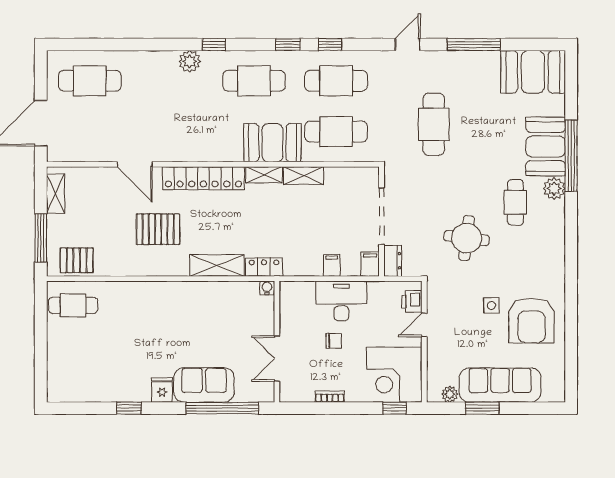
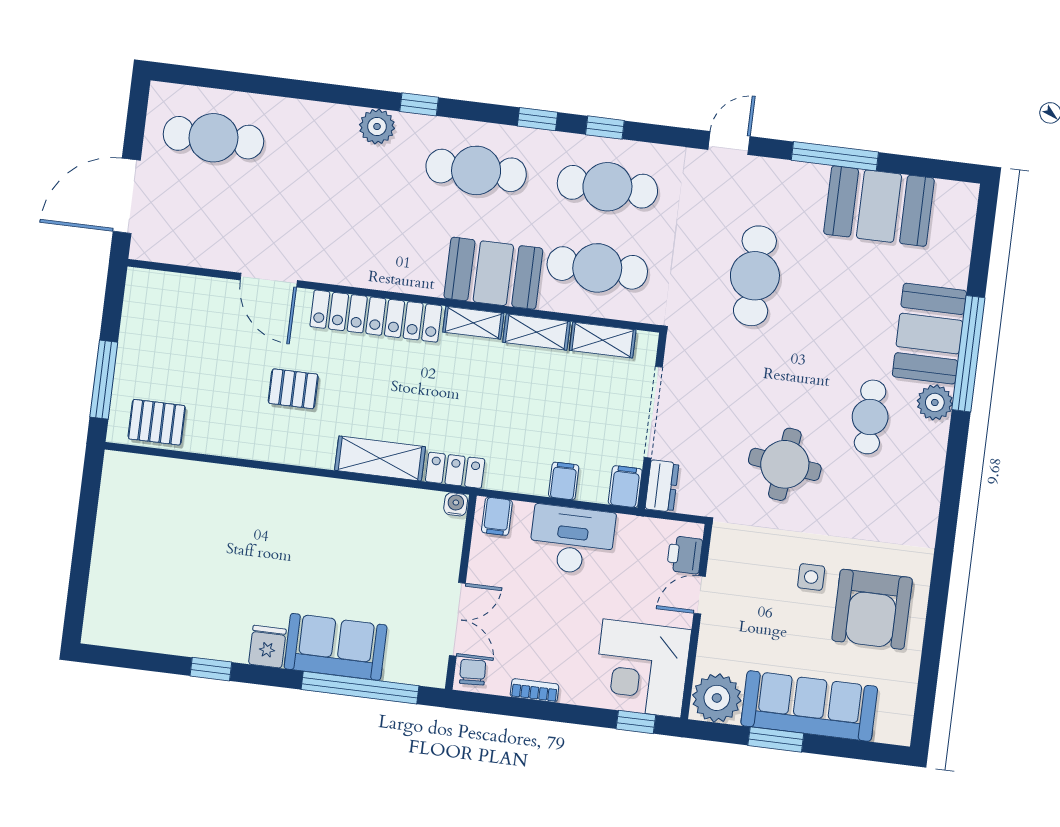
booth: (533, 72) -> (879, 206), moved
shelving: (56, 194) -> (603, 340), moved, turned 90
pallet: (158, 229) -> (293, 389), width x0.67, depth x0.71
filing cabinet: (293, 292) -> (497, 516), added
cafe table: (73, 305) -> (142, 493), removed
chair: (334, 341) -> (473, 672), moved, turned -93
double door: (277, 359) -> (457, 619), swing flipped
plant: (450, 394) -> (717, 698), width x1.87, depth x1.87

